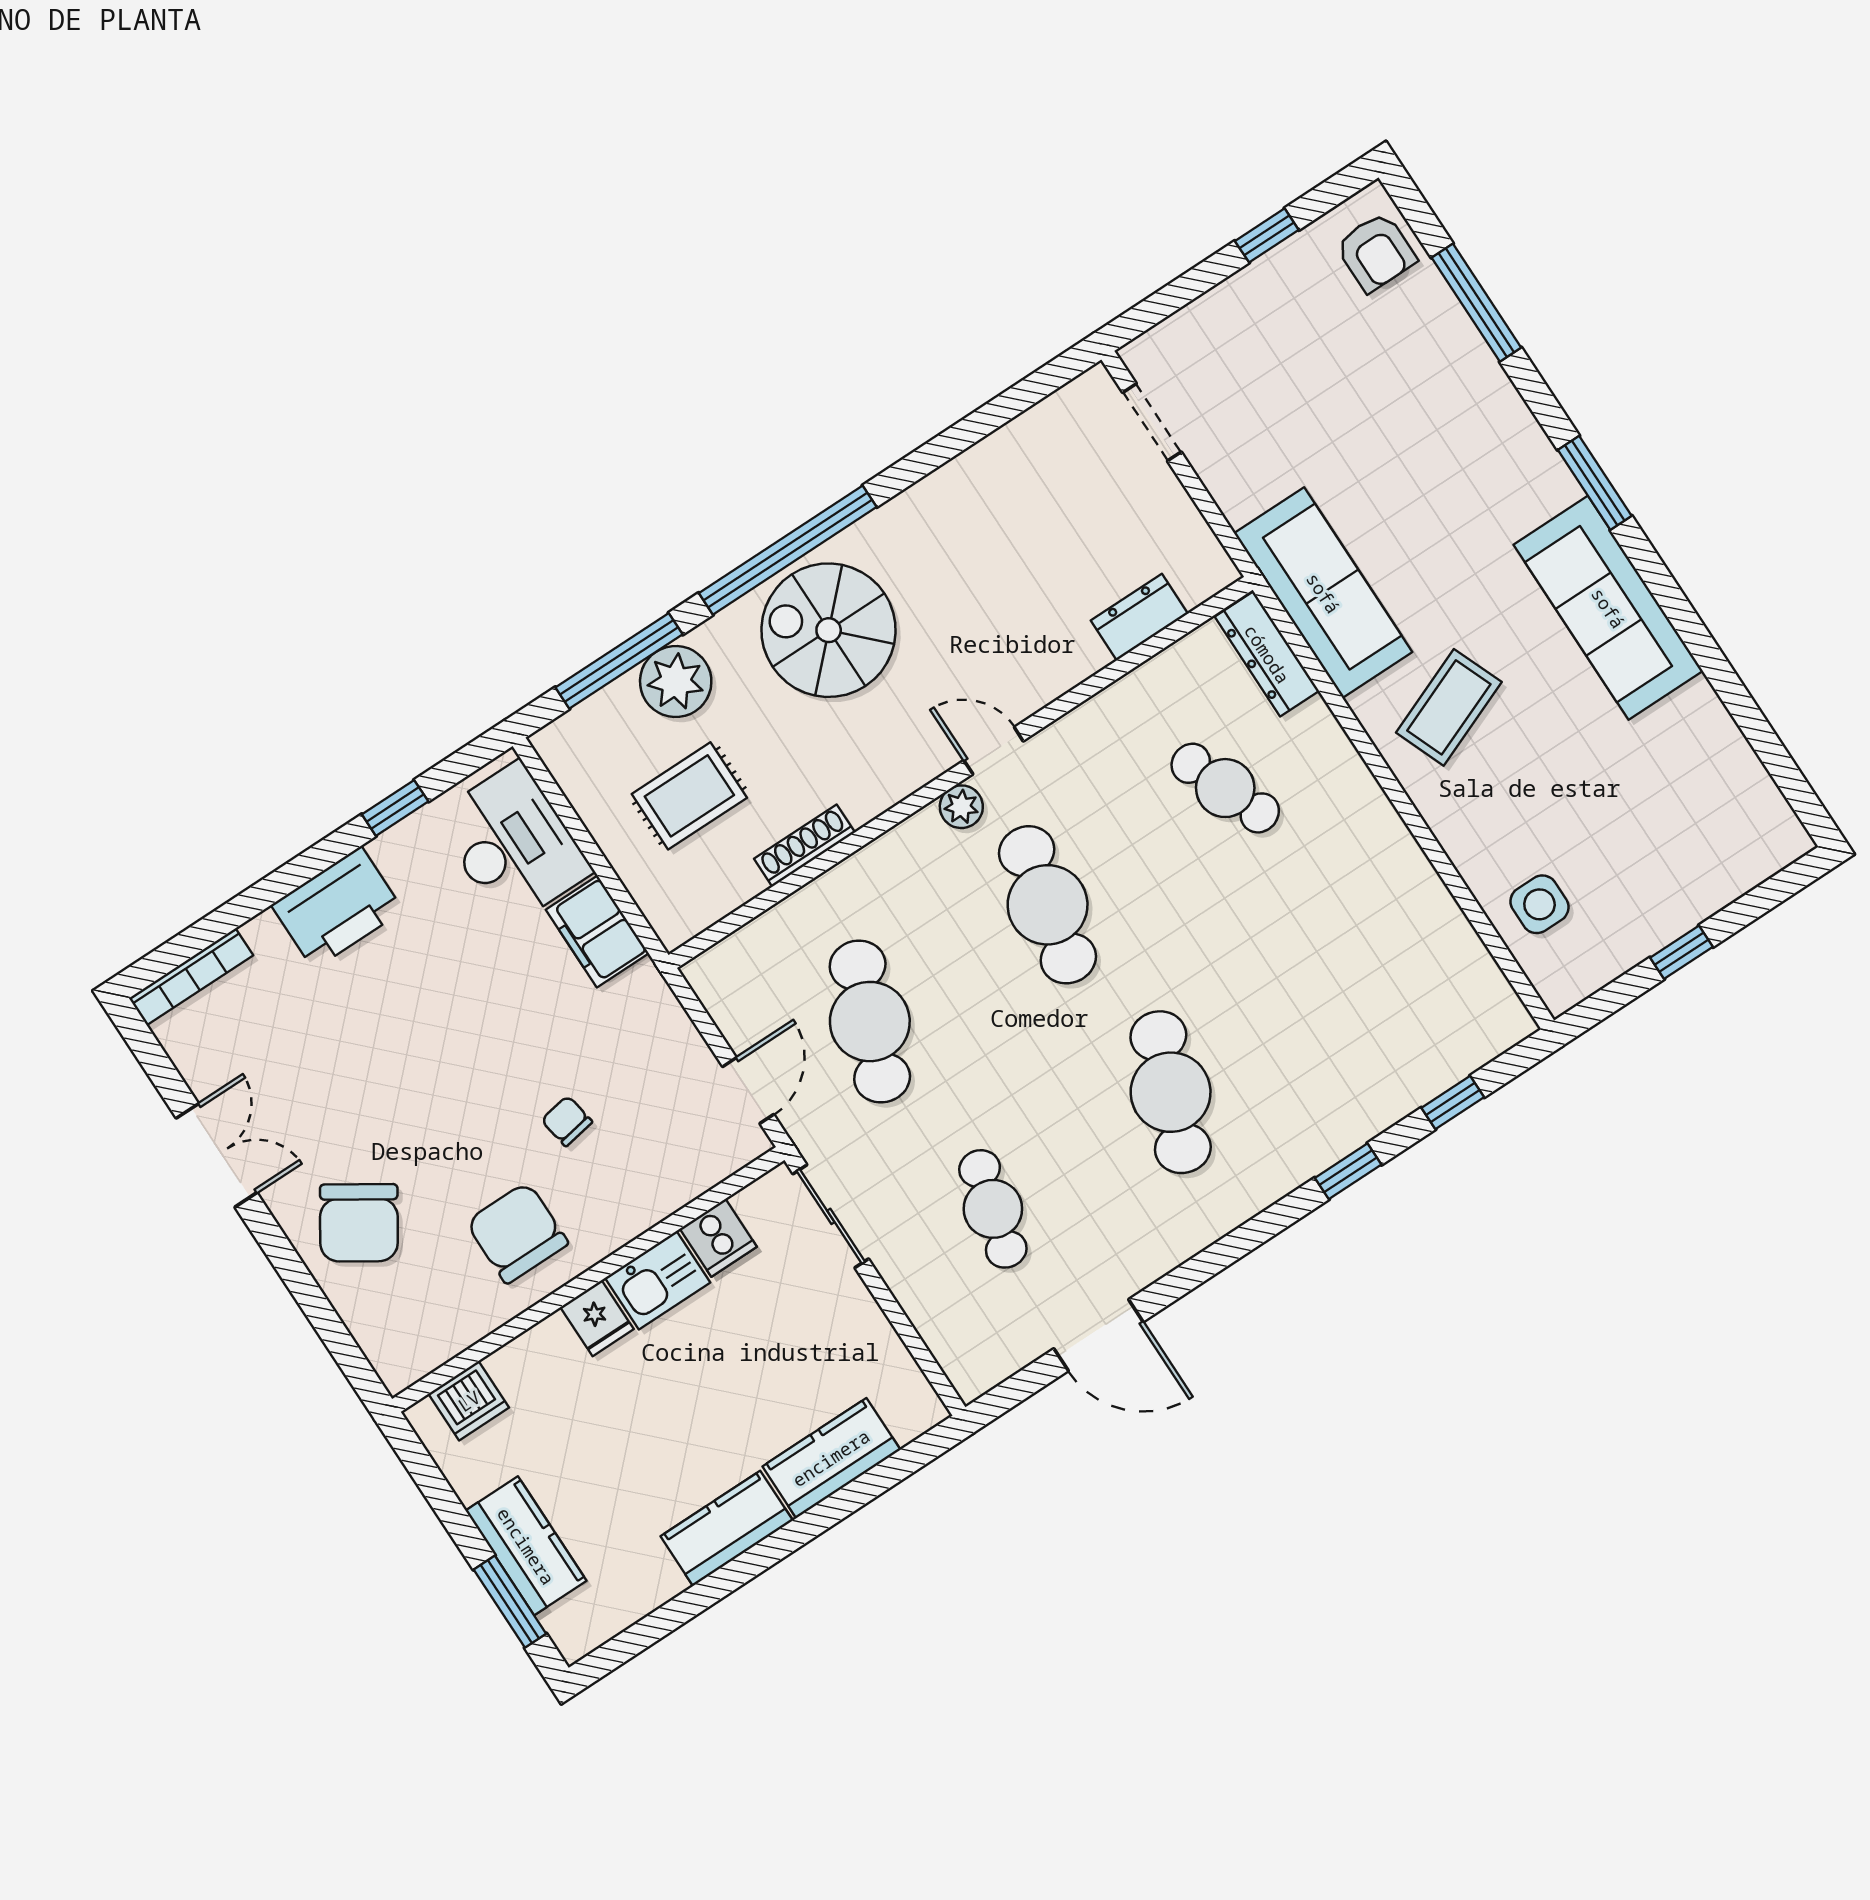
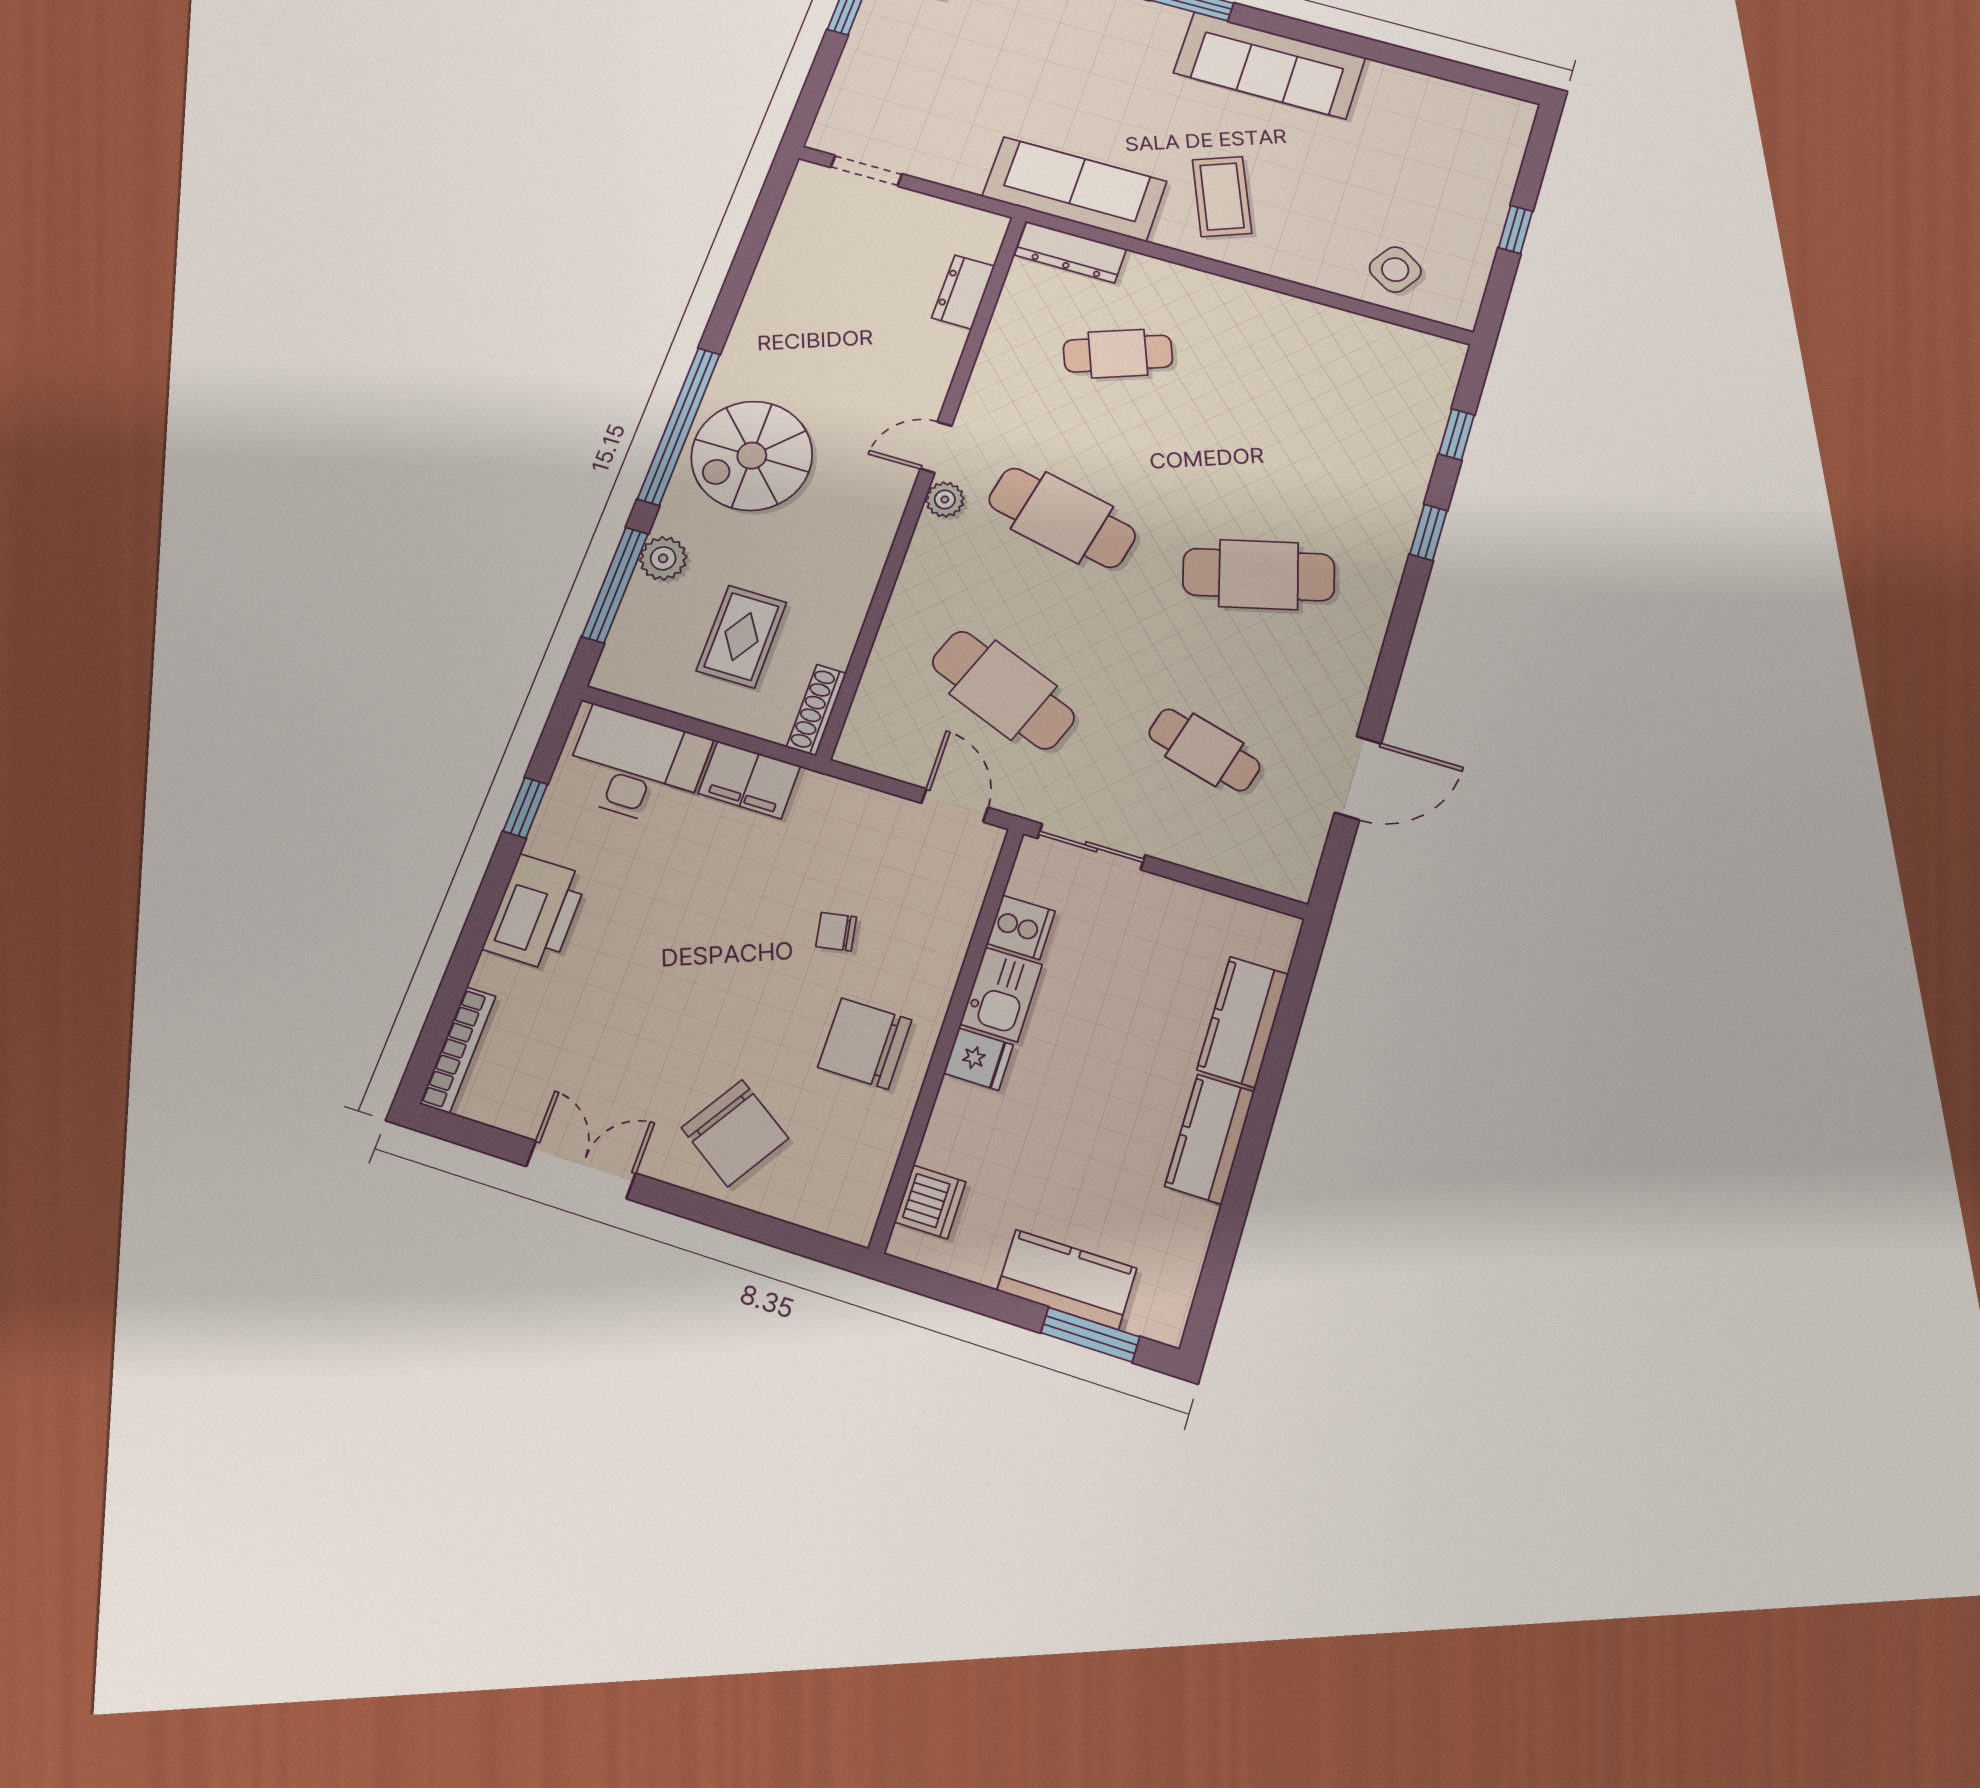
plant: (676, 682) -> (663, 558), width x0.73, depth x0.73
shoe rack: (805, 846) -> (816, 710), moved
side table: (1539, 904) -> (1395, 270), turned 33
cafe table: (1171, 1092) -> (1259, 575), turned -36

